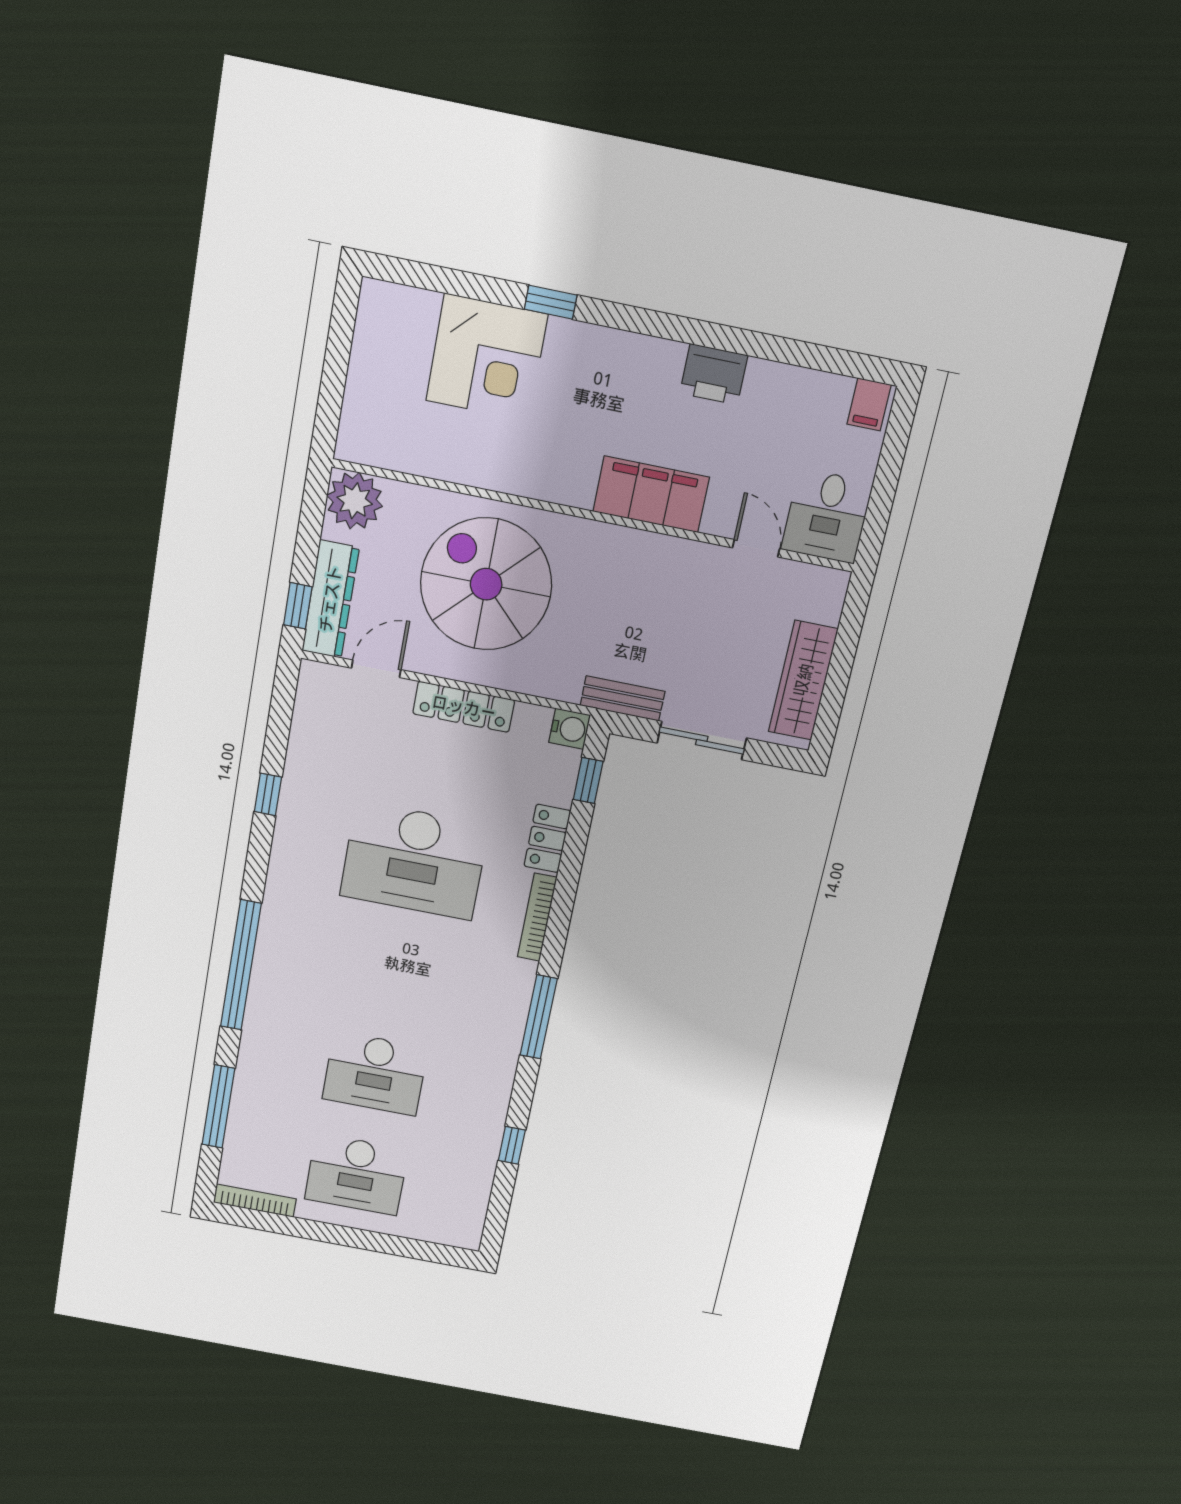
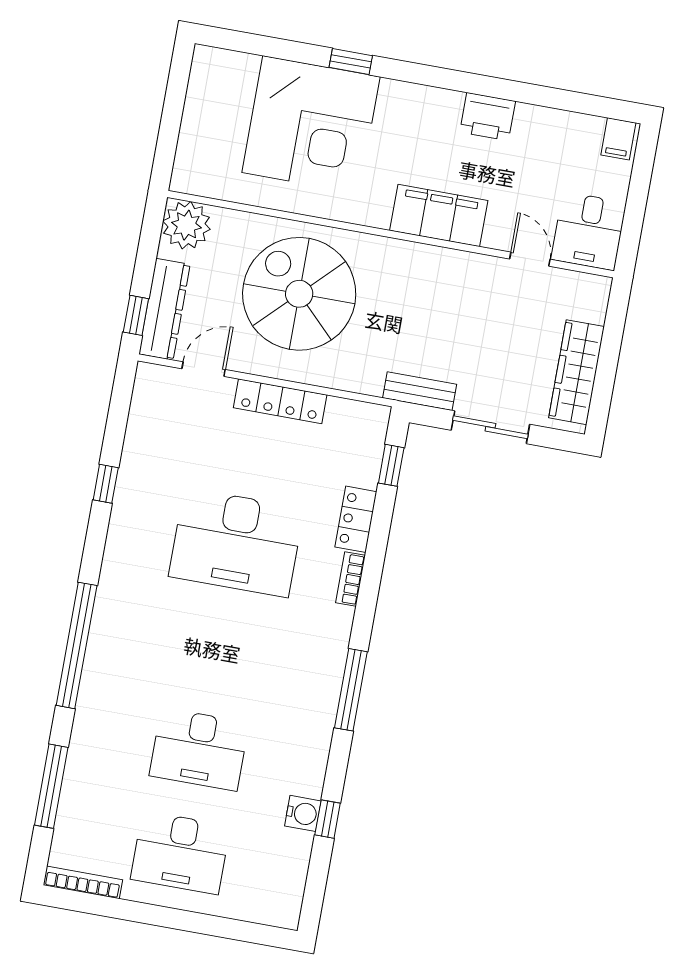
corner desk: (487, 358) -> (311, 125), width x1.36, depth x1.36
water cooler: (570, 729) -> (303, 813), moved
bookcase: (537, 917) -> (350, 579), width x0.64

